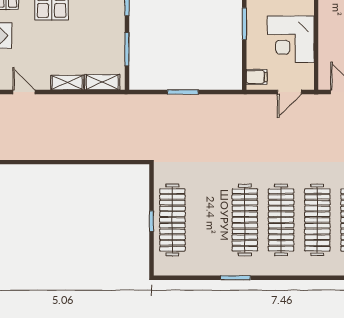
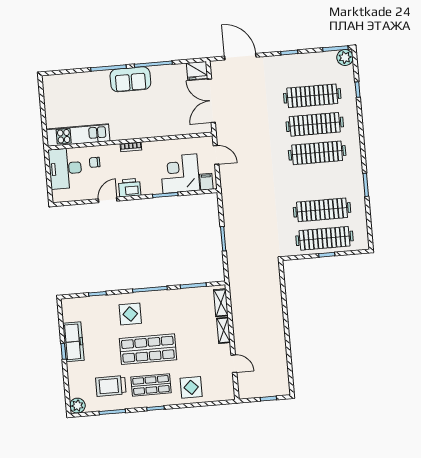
corner desk: (291, 39) -> (180, 174), moved, turned 180
door: (24, 92) -> (234, 364), swing flipped
clothes rail: (245, 220) -> (322, 210), moved

